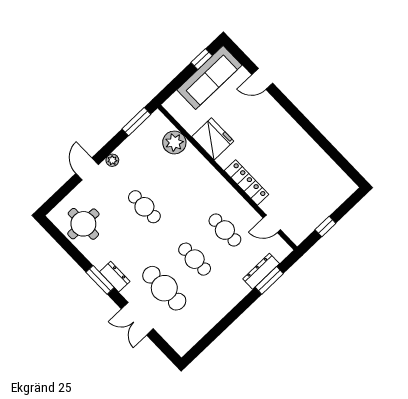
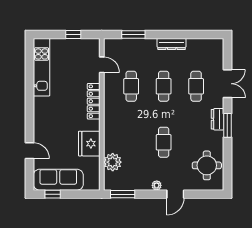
kitchen unit: (326, 168) -> (42, 67), added
dresser: (261, 271) -> (172, 44), moved
cafe table: (164, 288) -> (196, 86), width x0.73, depth x0.74

